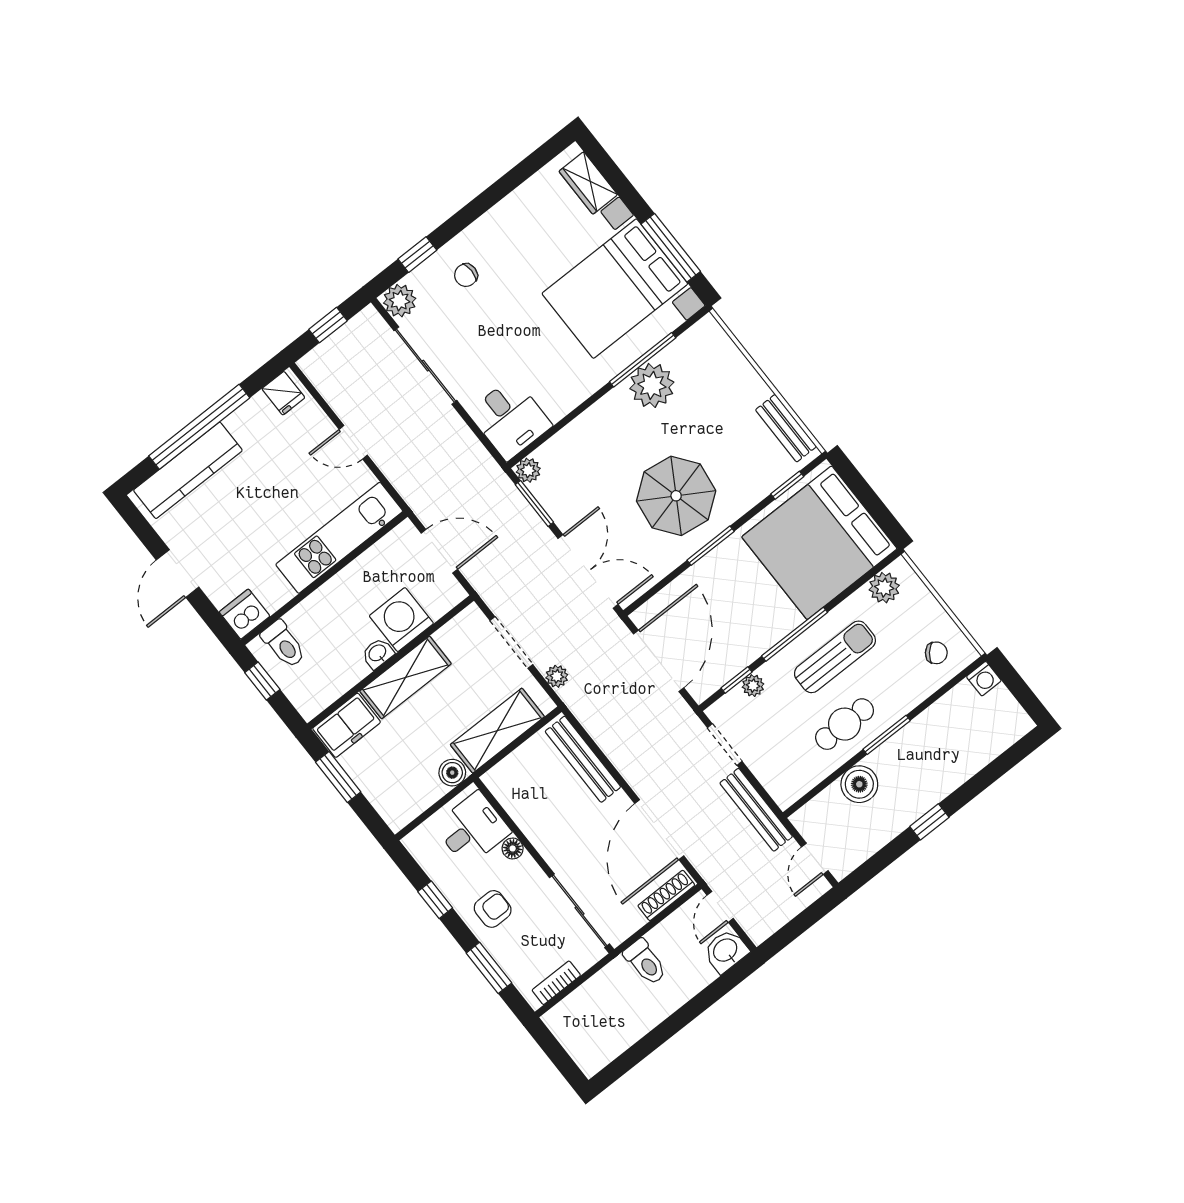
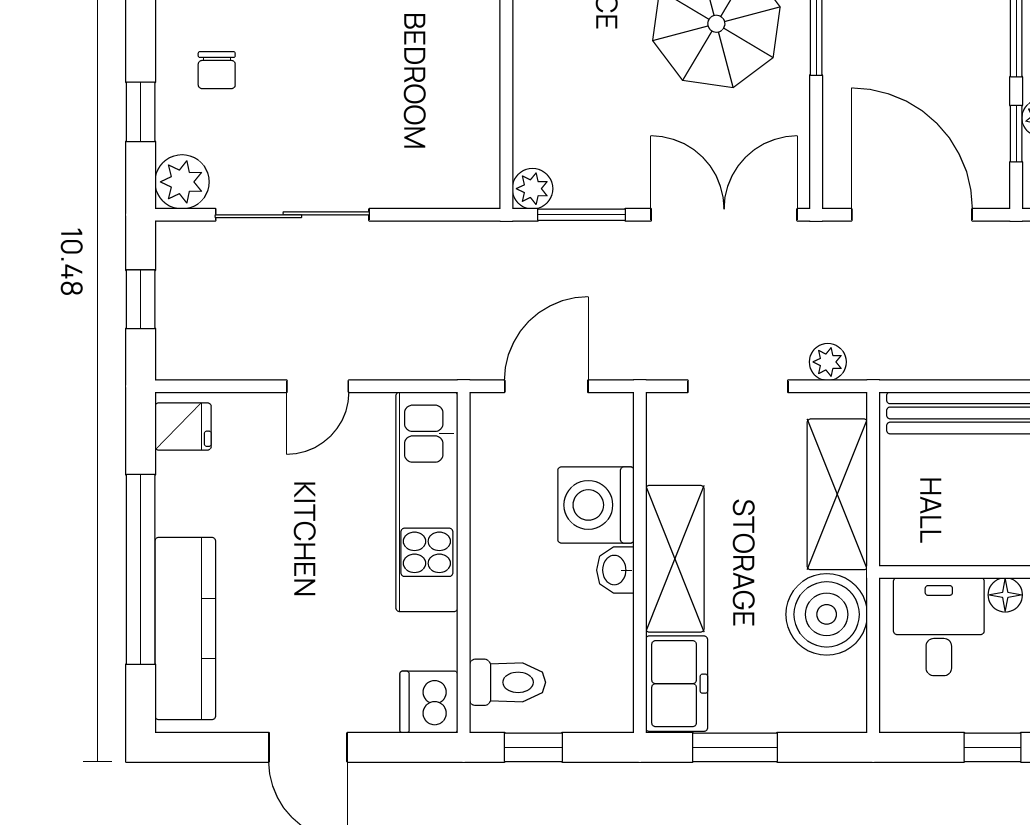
desk: (510, 419) -> (447, 160), removed
boiler: (452, 773) -> (827, 614), width x1.86, depth x1.86

